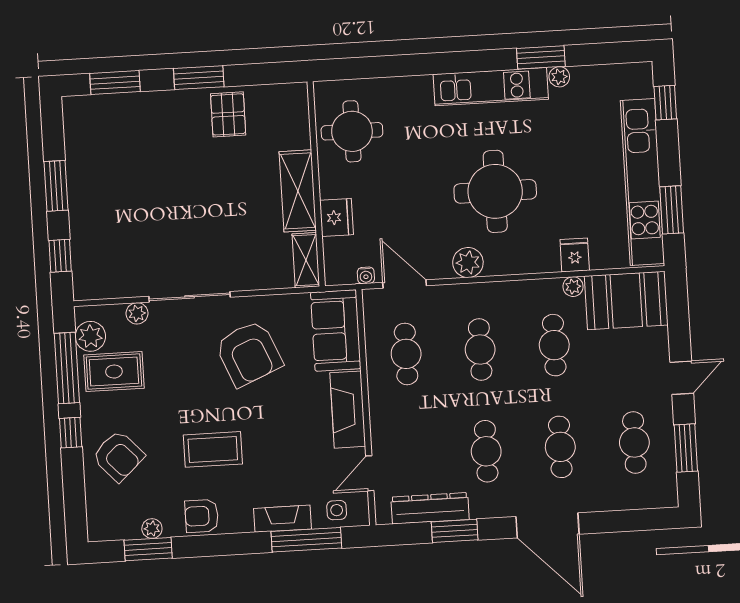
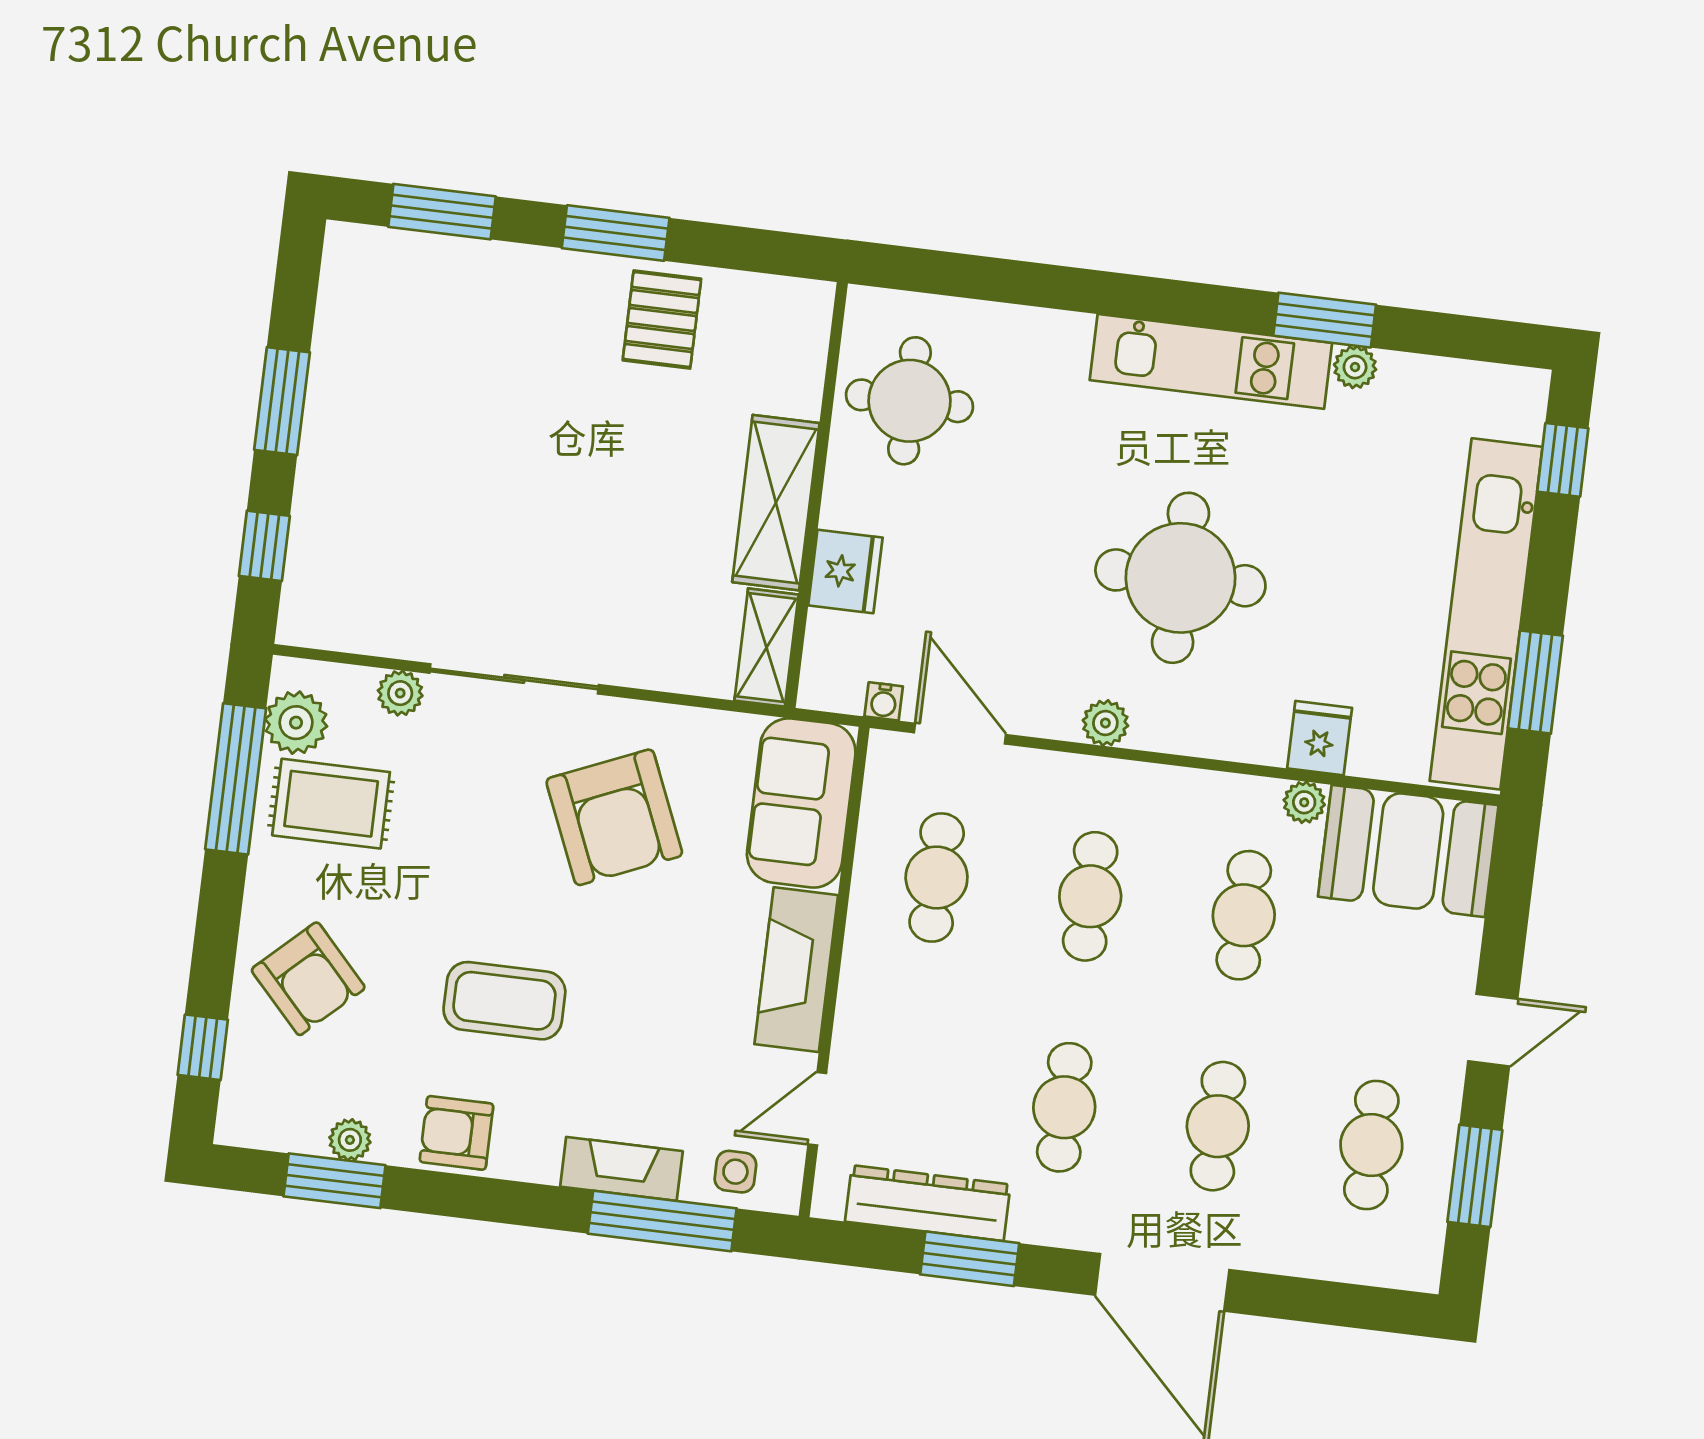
plant: (468, 263) -> (1105, 723), width x0.73, depth x0.73
window: (71, 433) -> (203, 1047), moved

